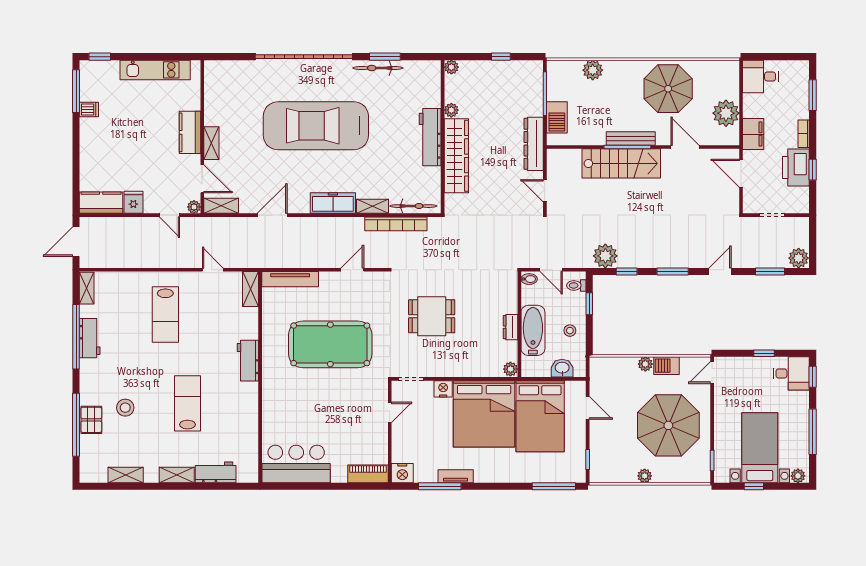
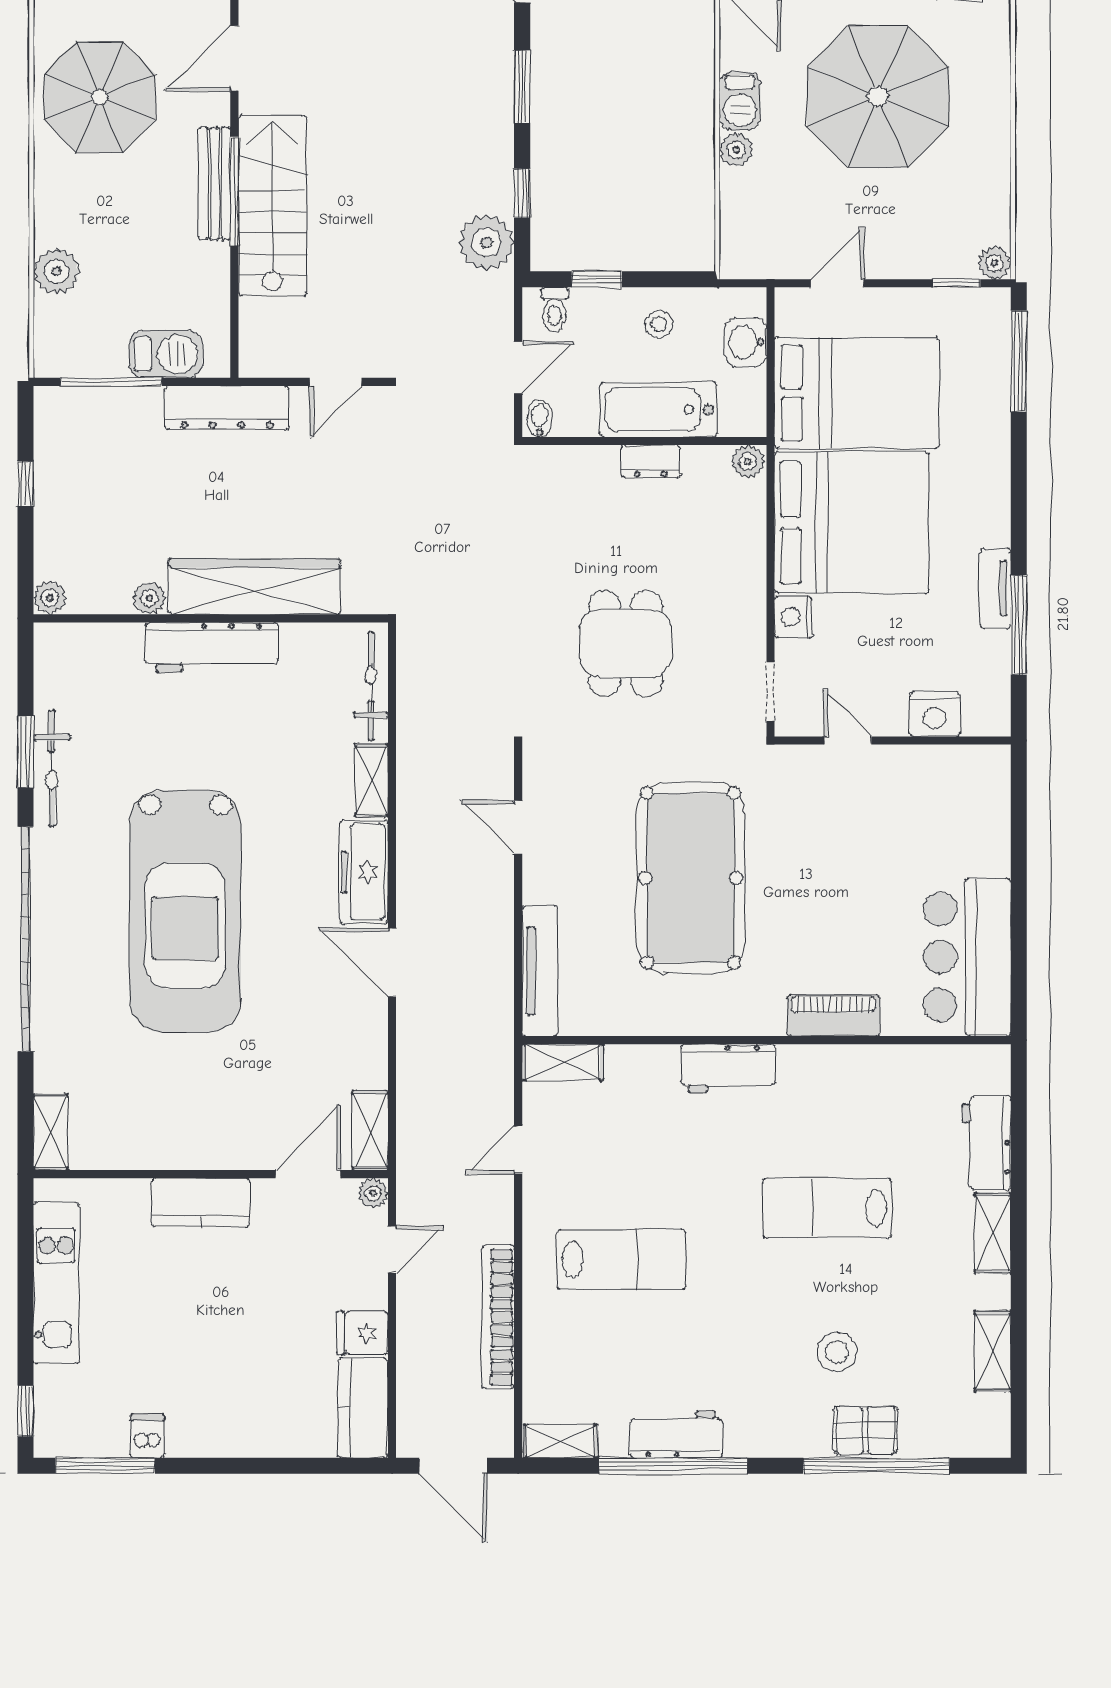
shelving: (211, 143) -> (51, 1132), moved, turned 90
door: (272, 215) -> (392, 963), moved
bookcase: (396, 224) -> (498, 1317), moved, turned 180
nightstand: (402, 473) -> (935, 714), moved, turned 90
piano: (368, 474) -> (833, 1015), moved, turned 90
plant: (645, 476) -> (995, 263), moved

